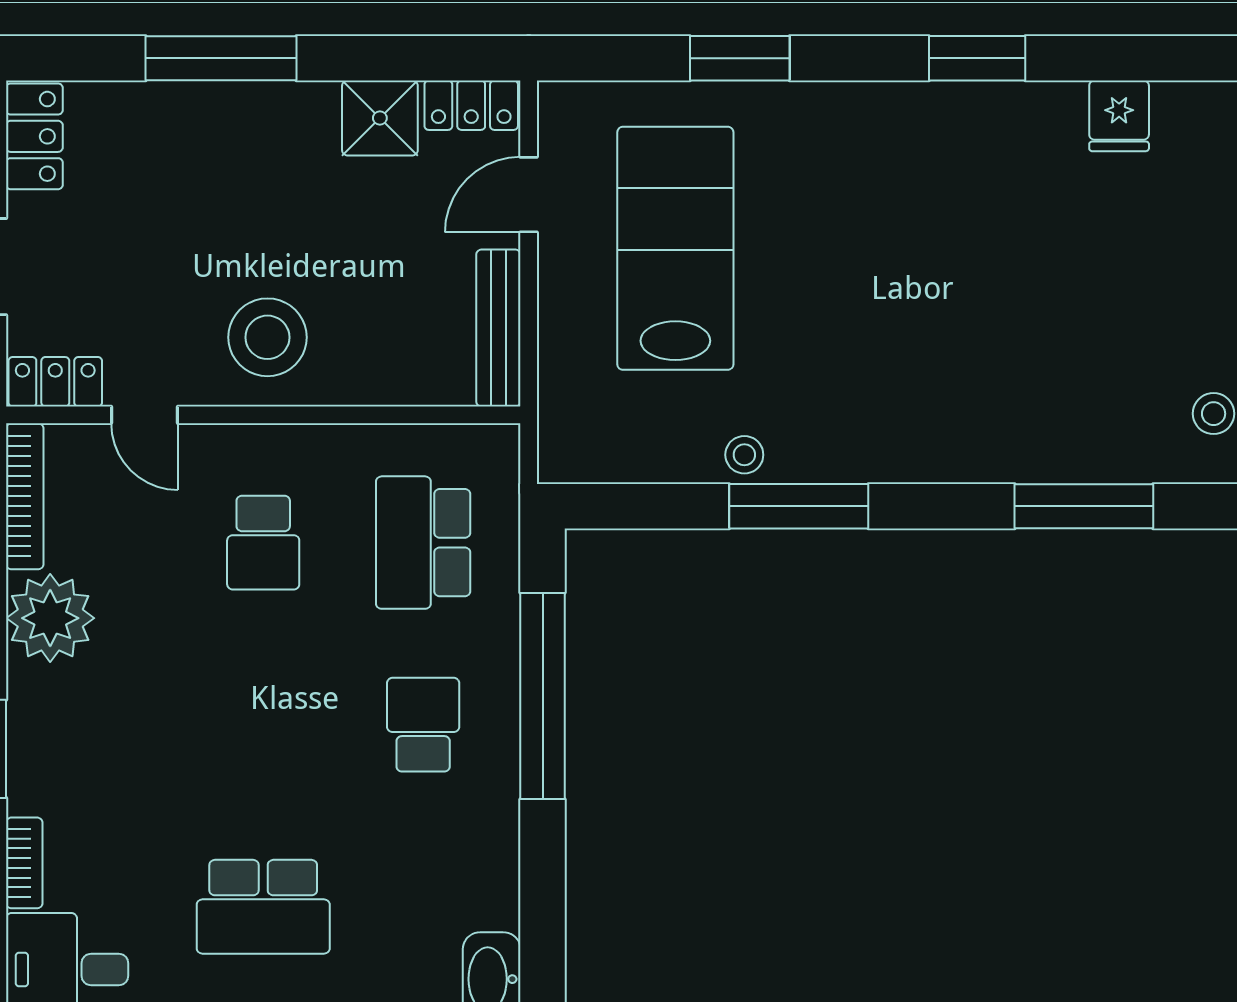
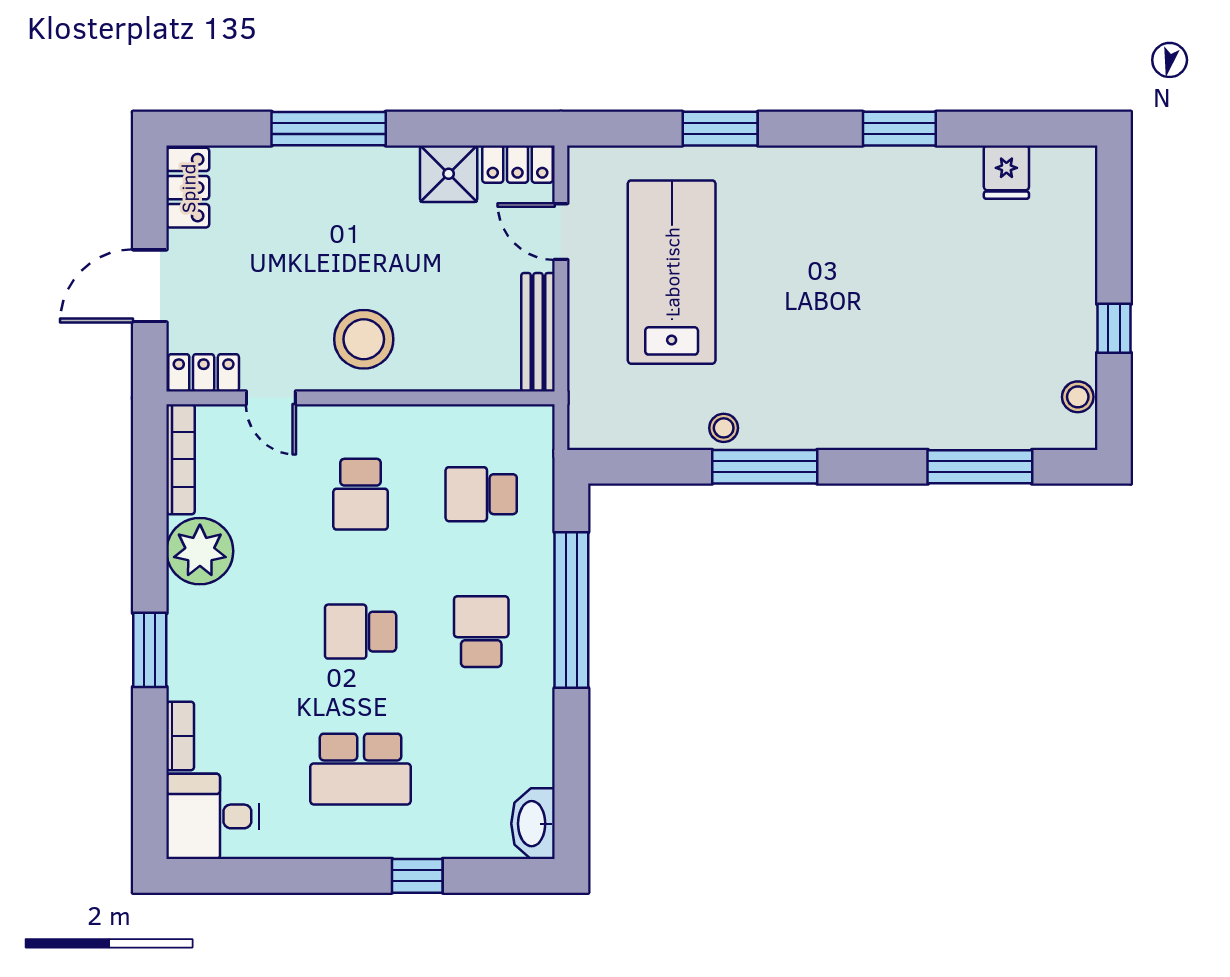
door: (529, 195) -> (561, 232), hinge flipped
school desk: (423, 543) -> (481, 494), width x0.54
school desk: (263, 725) -> (361, 632), added

